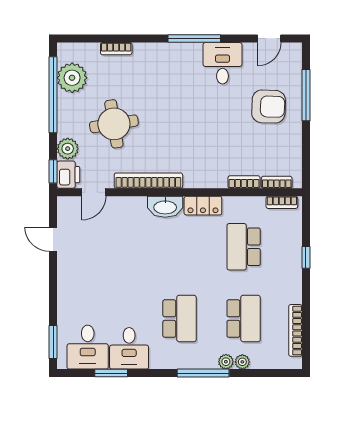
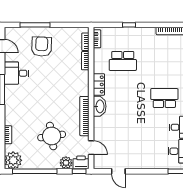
plant: (72, 78) -> (13, 160), moved
door: (53, 239) -> (118, 171), hinge flipped
school desk: (244, 319) -> (164, 61), removed

